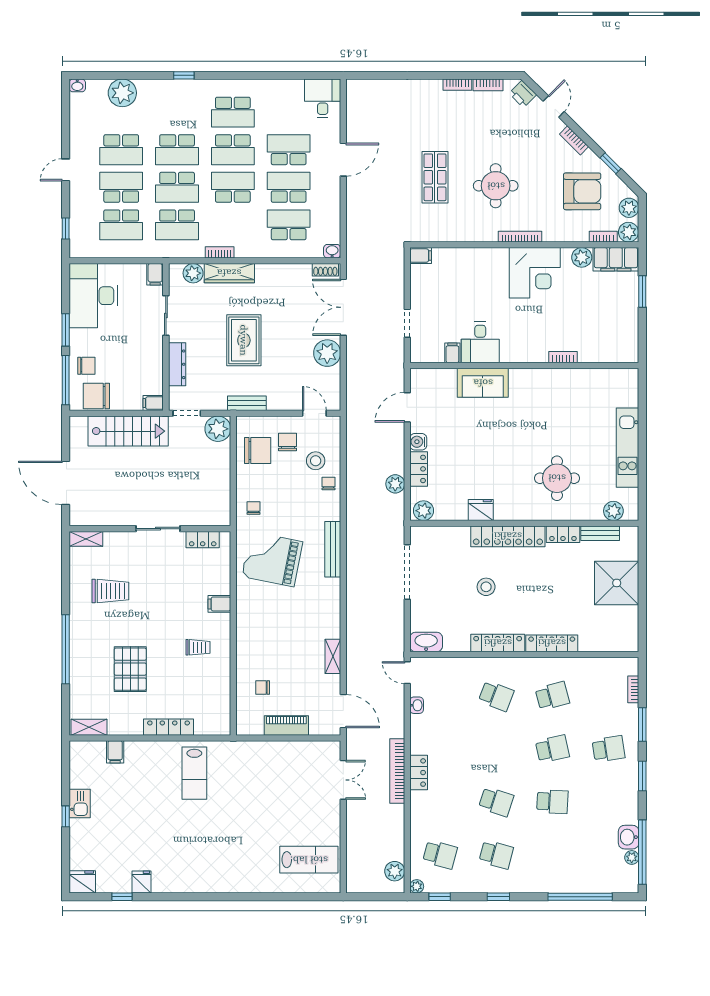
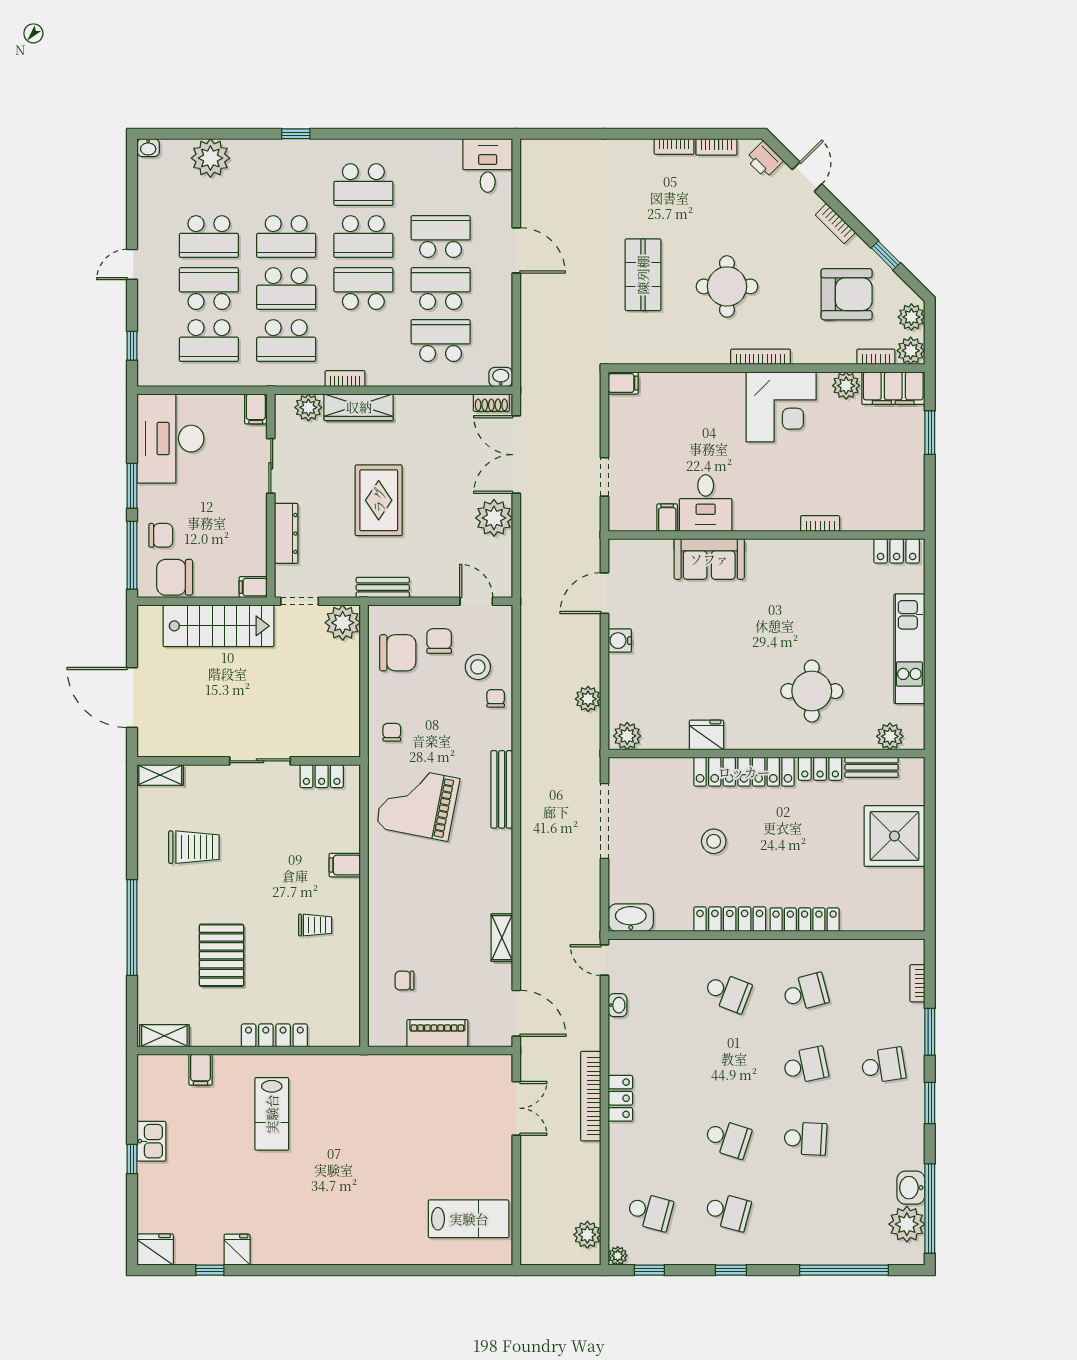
door: (343, 160) -> (516, 250), hinge flipped
locker: (419, 469) -> (897, 551), moved, turned 90
lab bench: (194, 773) -> (272, 1114), moved
plant: (632, 857) -> (907, 1224), width x1.88, depth x1.88

